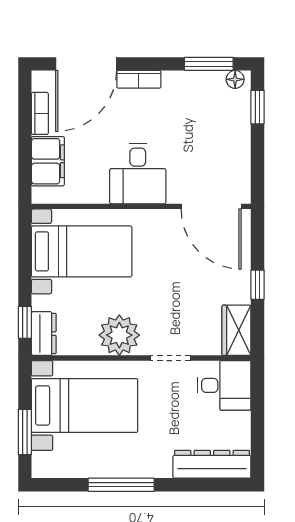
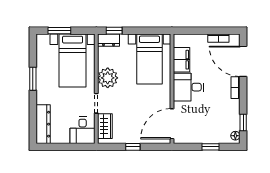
window: (209, 64) -> (243, 123), width x0.67
window: (258, 107) -> (211, 147), moved
filing cabinet: (48, 161) -> (181, 60), moved, turned -90
wardrobe: (236, 330) -> (105, 126), moved, turned 90
window: (121, 485) -> (33, 79), width x0.69

